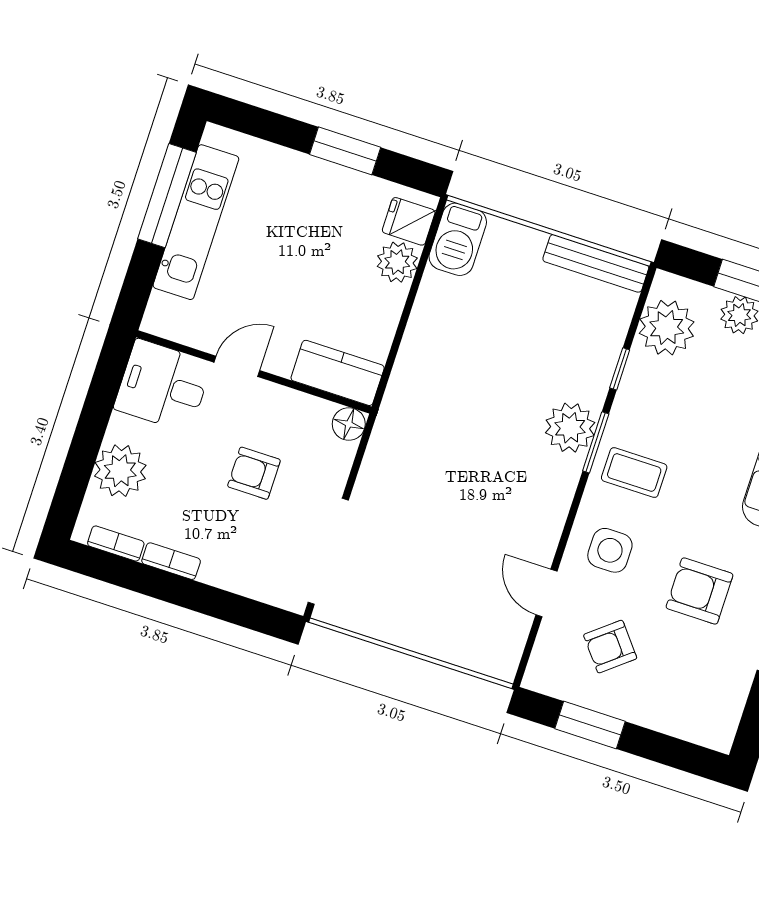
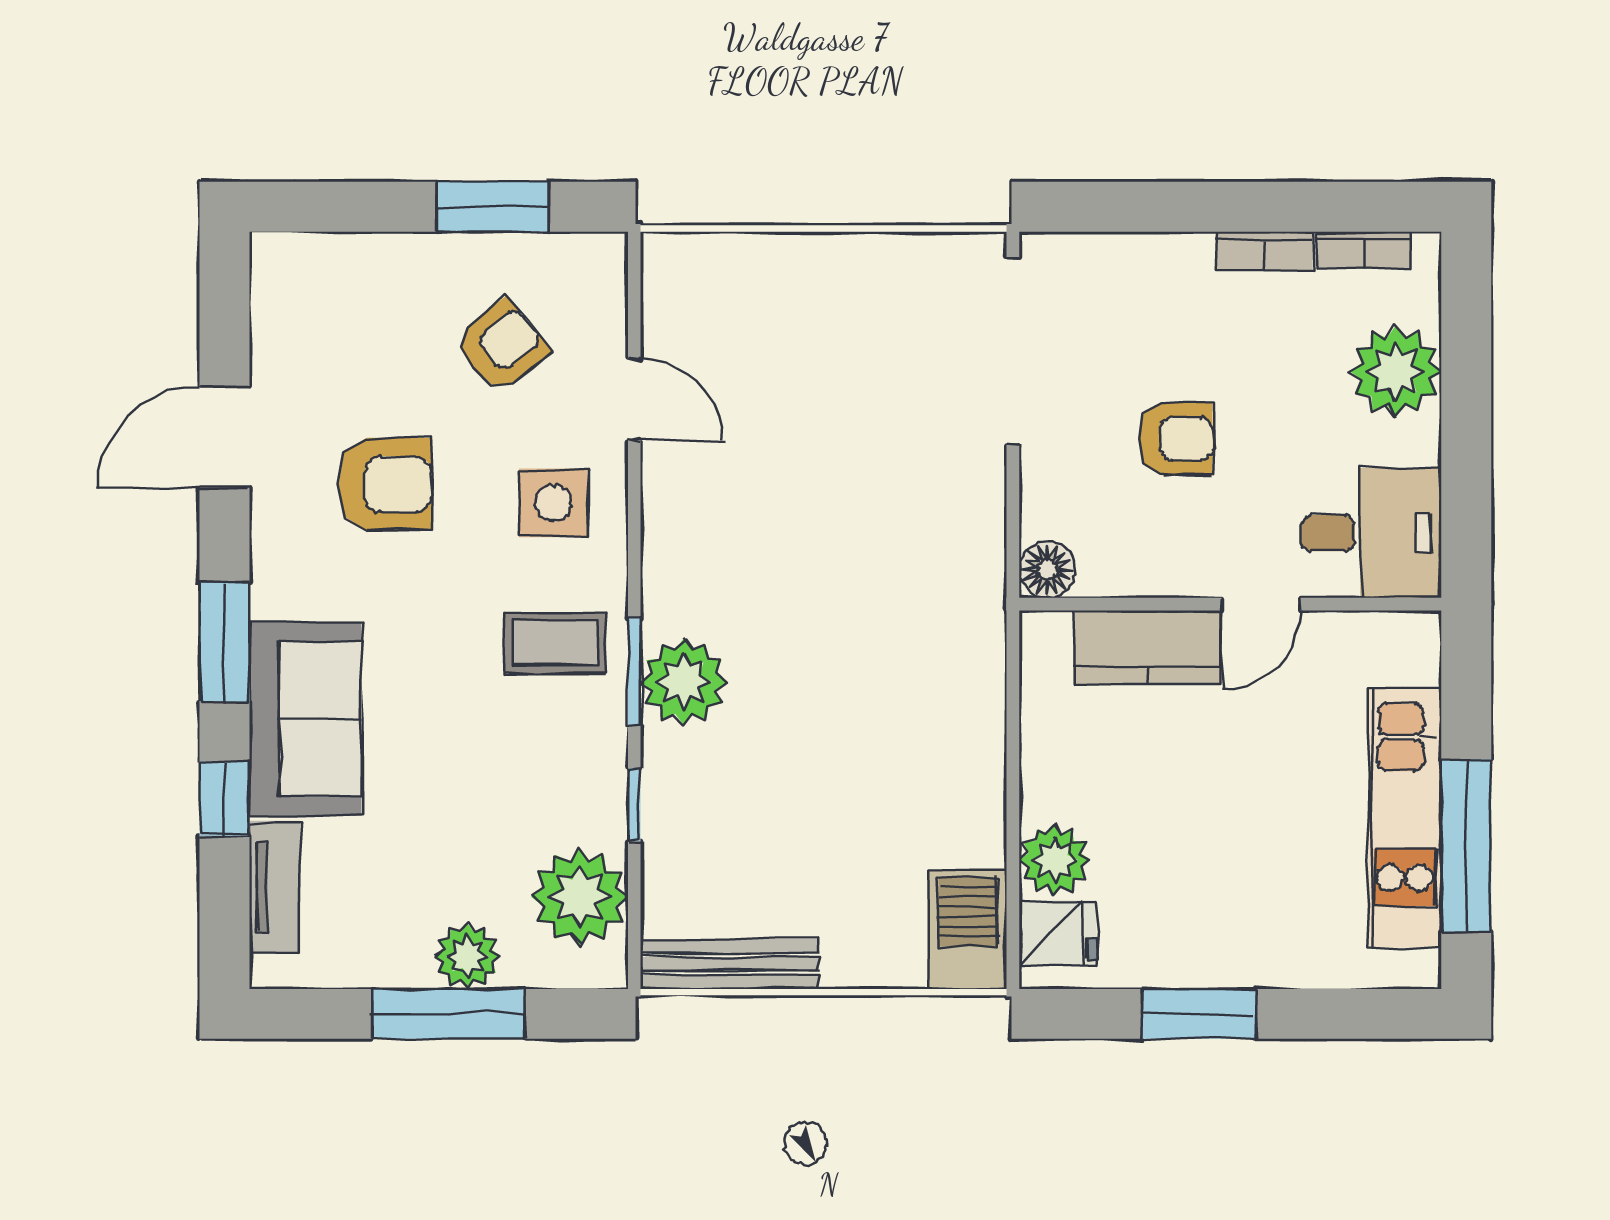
kitchen counter: (338, 373) -> (1147, 647), moved

